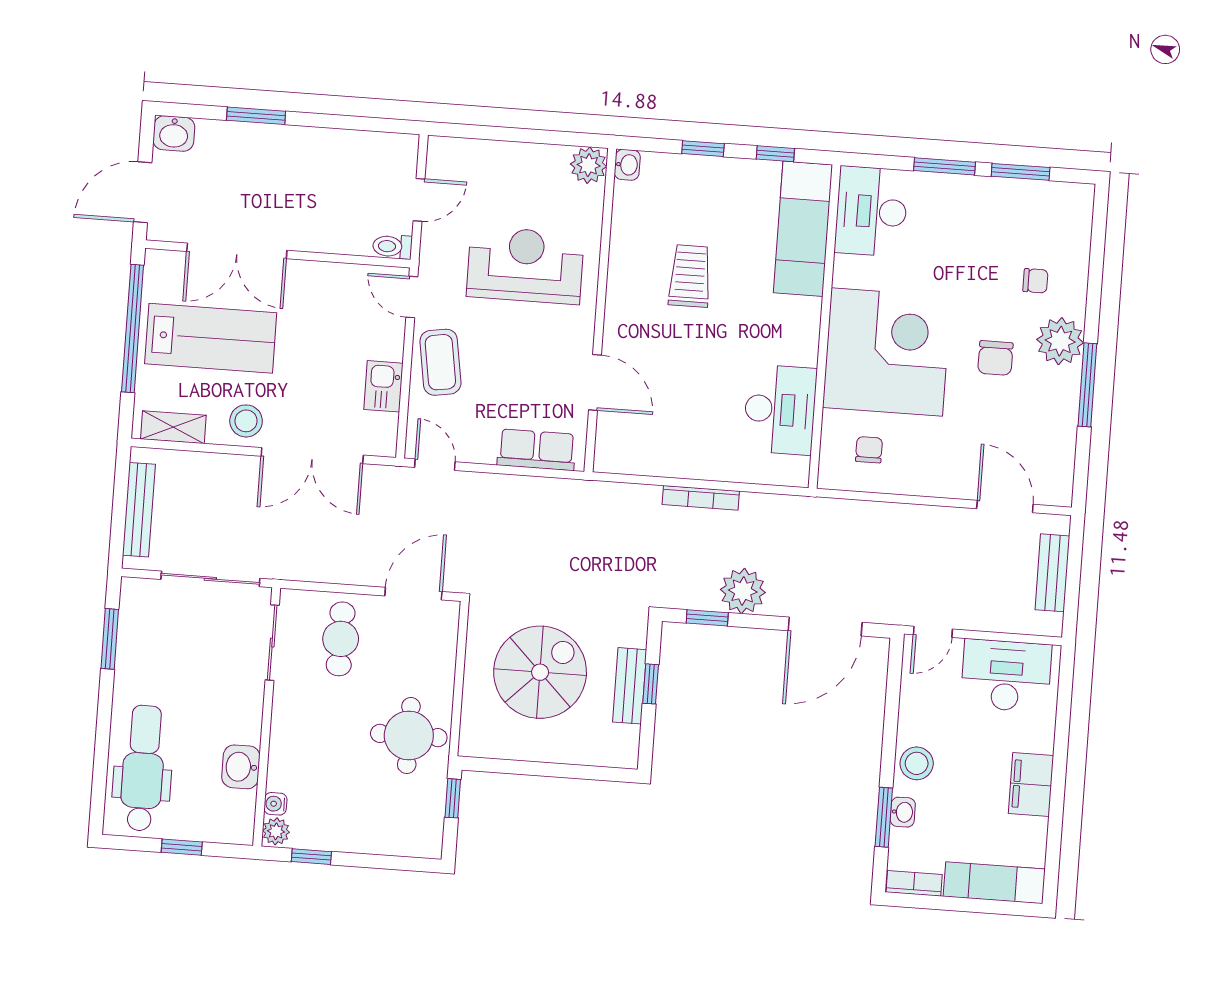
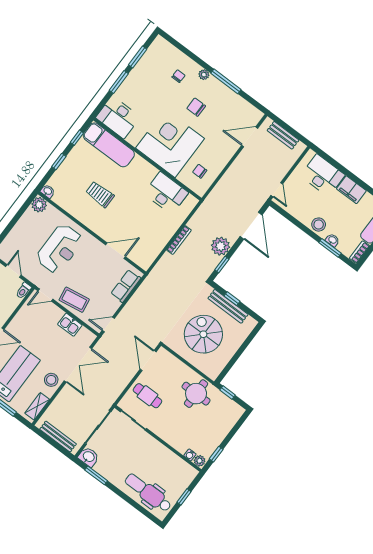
reception desk: (525, 265) -> (60, 249), turned 180
plant: (1060, 341) -> (204, 75), width x0.53, depth x0.53
chair: (995, 358) -> (196, 107), turned 180
desk: (1006, 676) -> (323, 175), moved, turned 90
bench: (630, 686) -> (228, 306), width x1.36
washbasin: (241, 767) -> (89, 457), moved, turned 180

